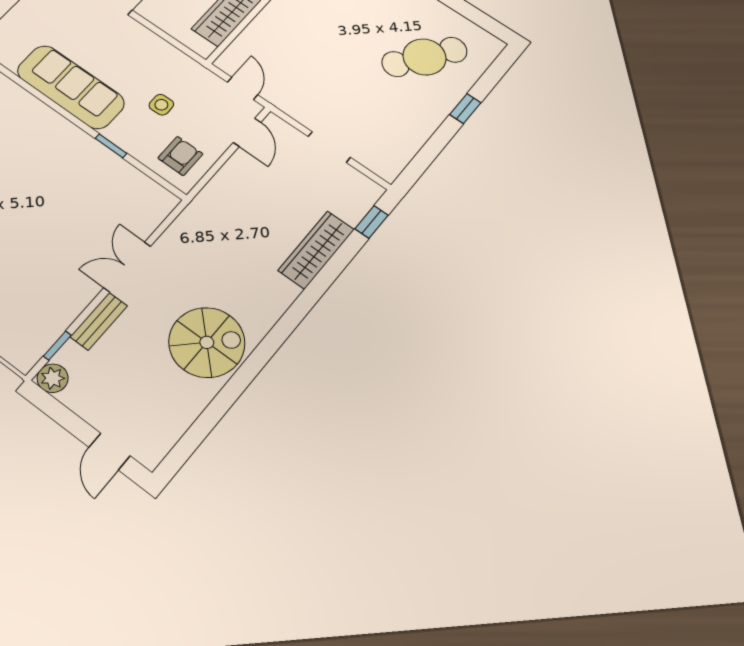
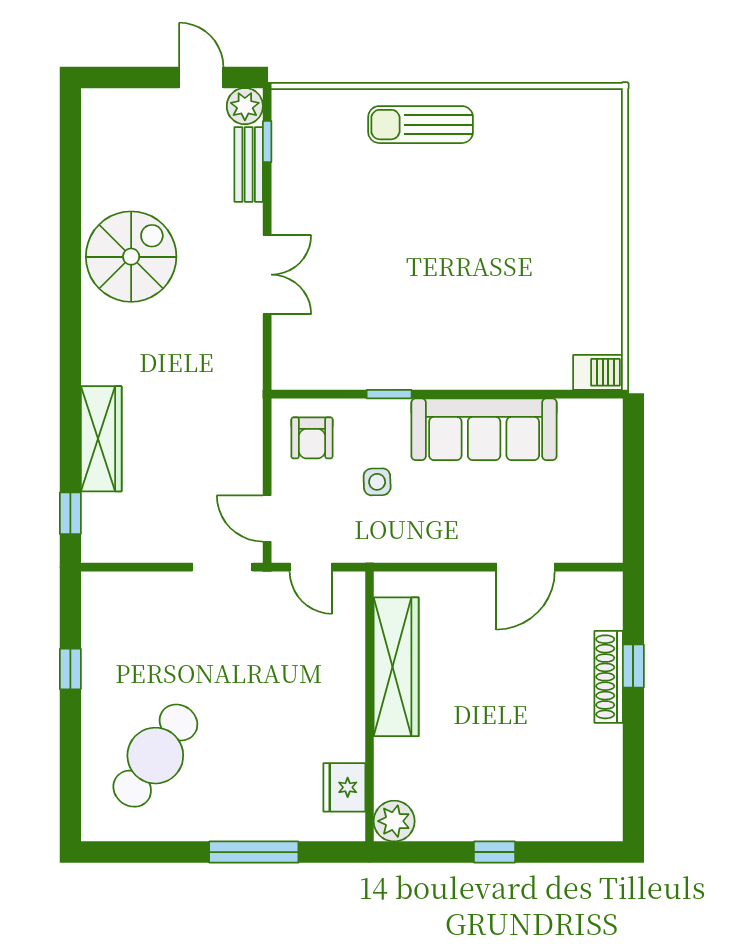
window: (465, 109) -> (70, 669), moved
doorway: (329, 147) -> (222, 567), moved
bench: (99, 321) -> (249, 164), moved
spiral stairs: (207, 342) -> (131, 257), turned 180
door: (109, 452) -> (201, 77), moved

